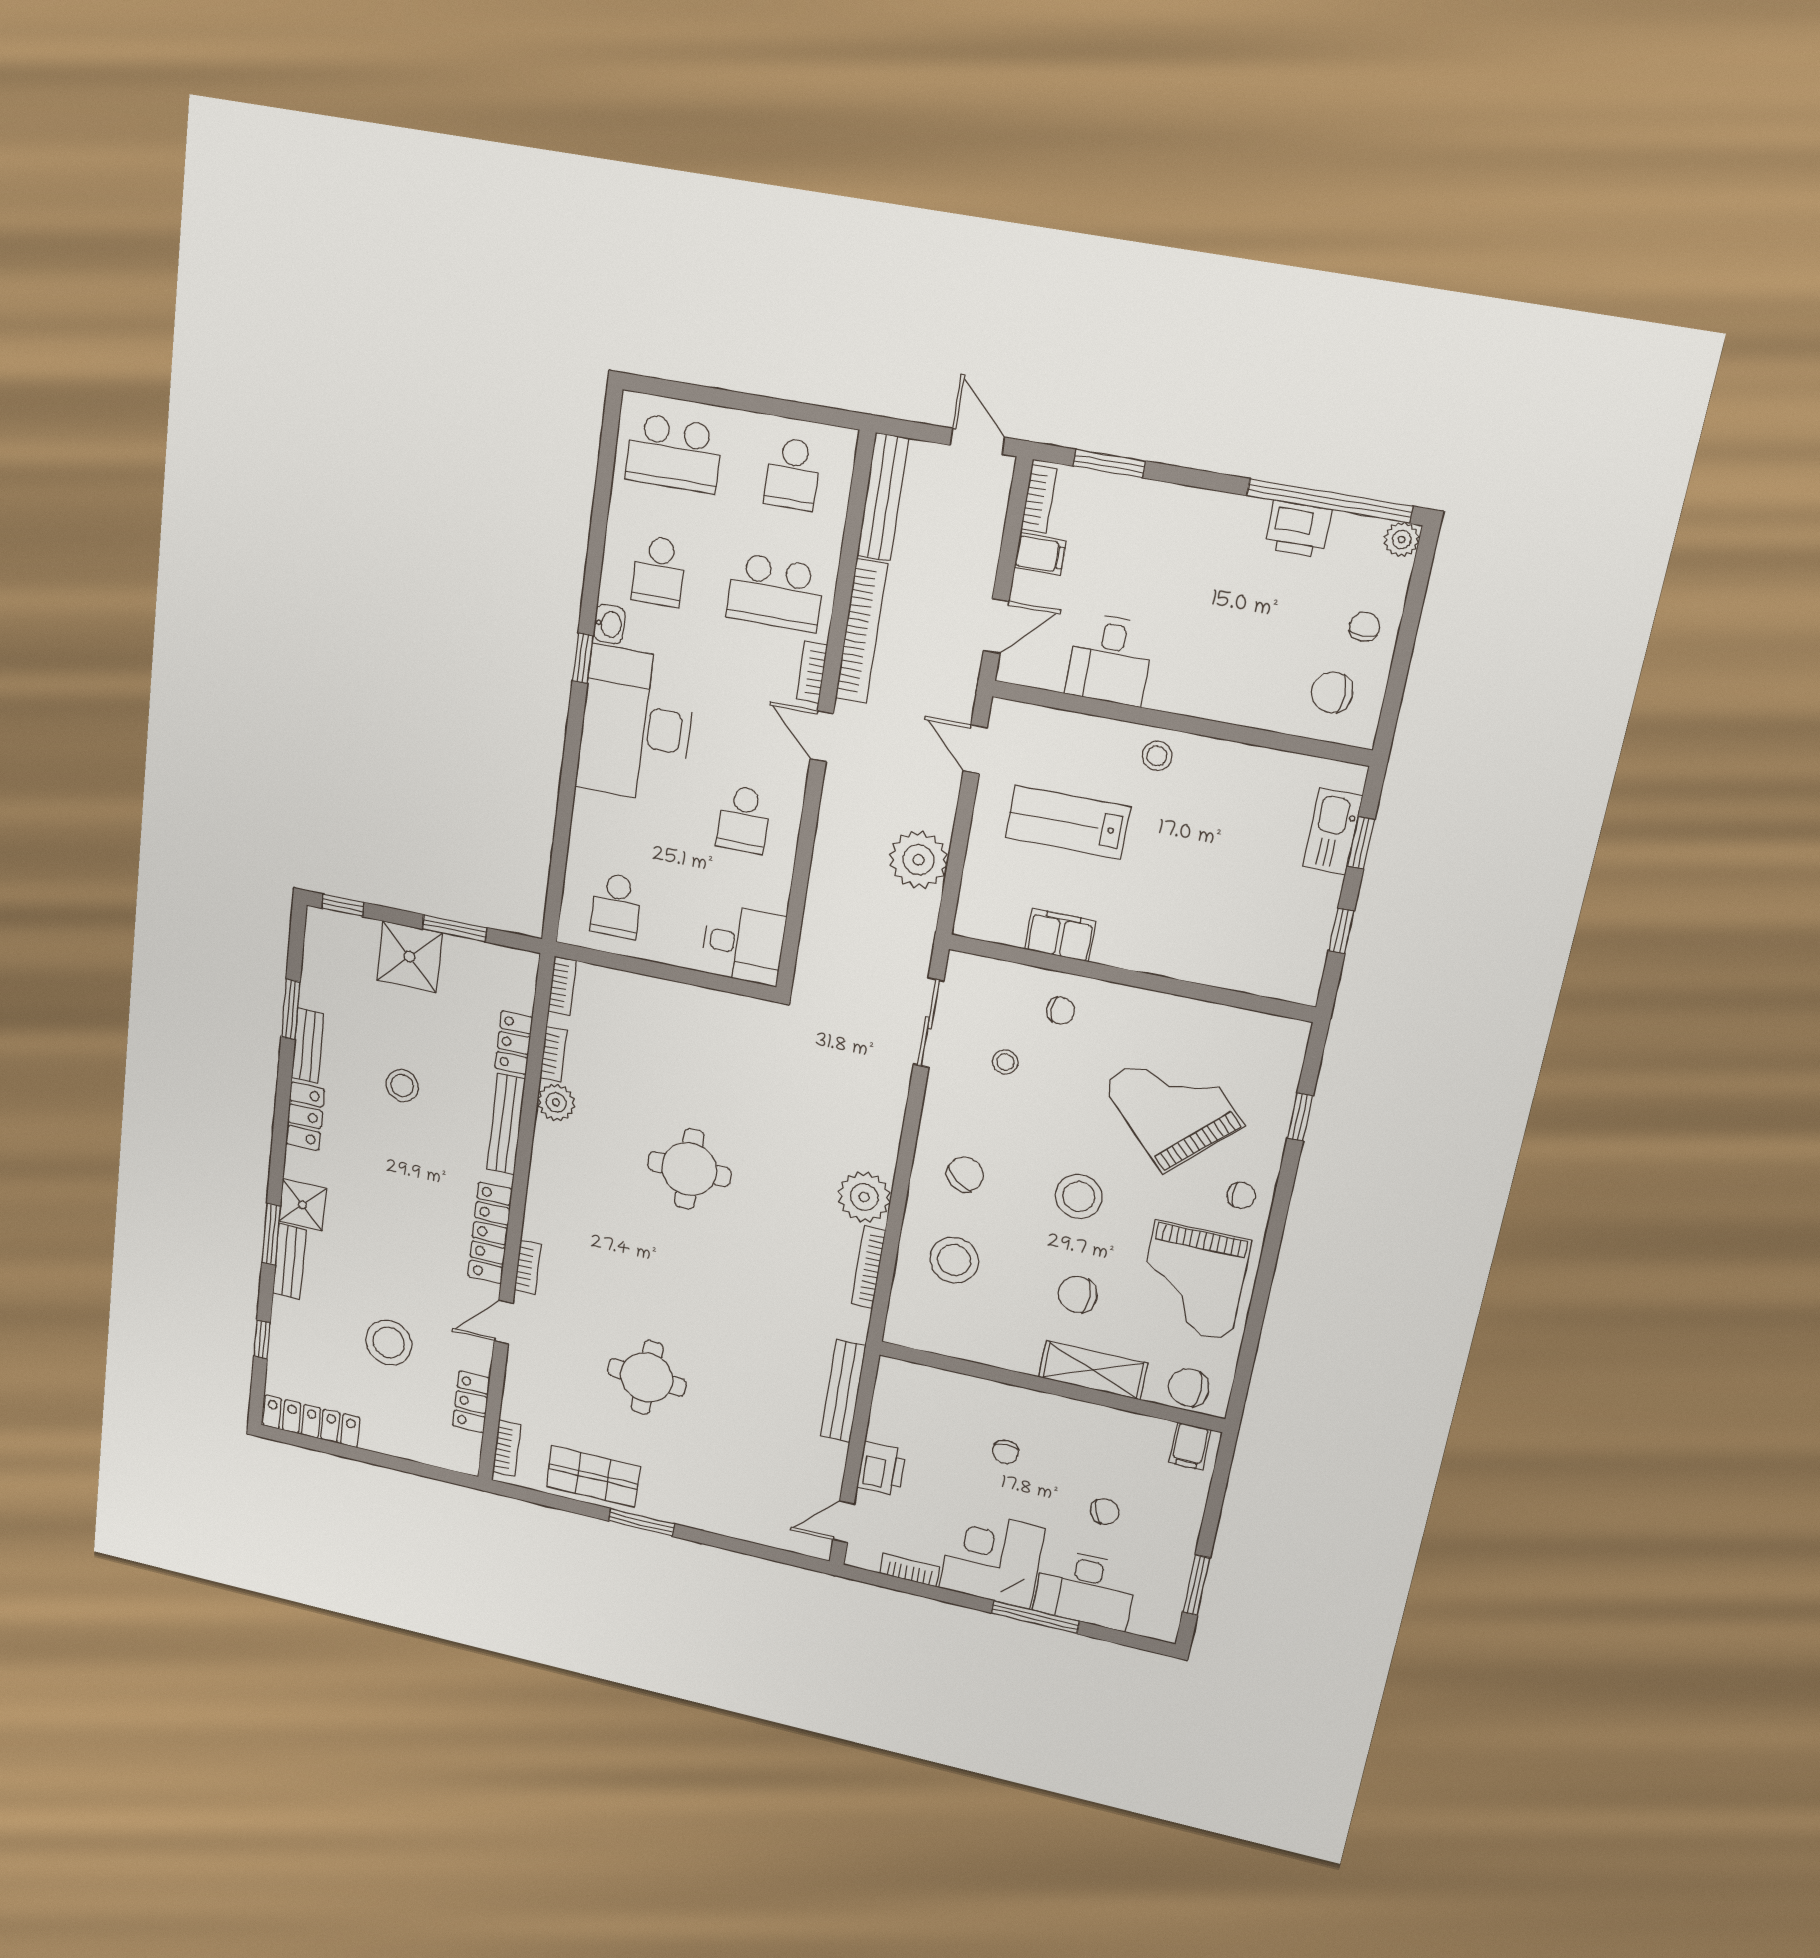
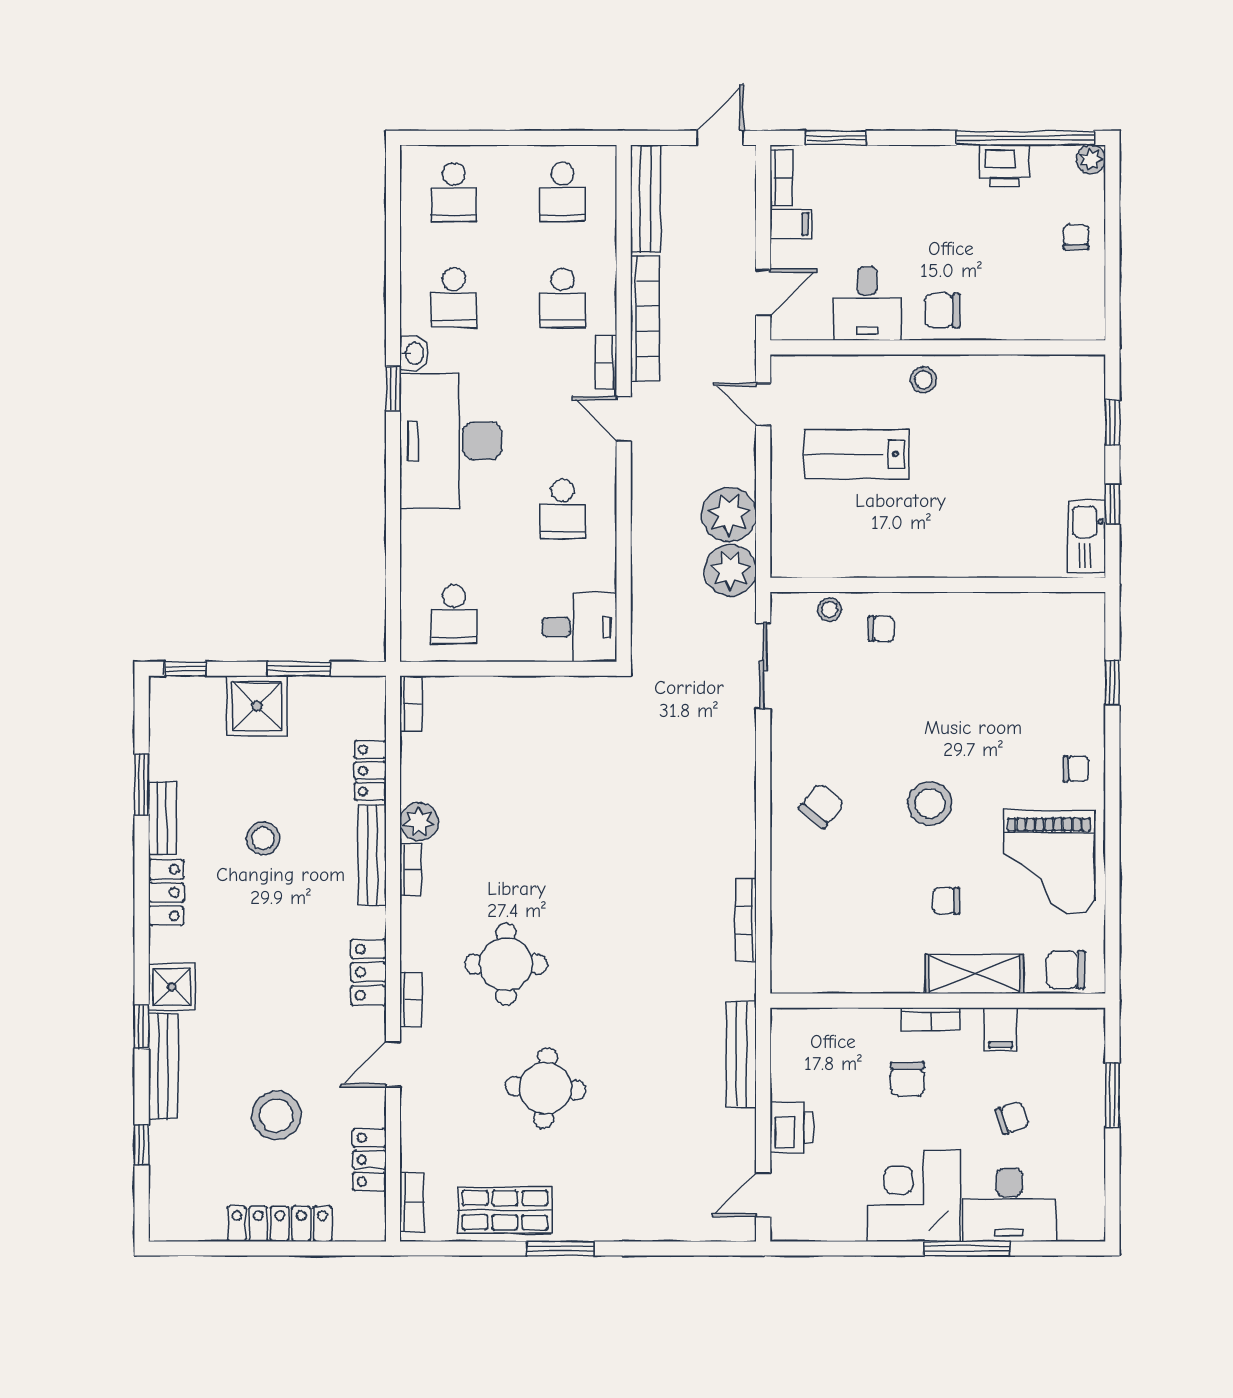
door: (977, 441) -> (720, 138), hinge flipped
school desk: (674, 453) -> (454, 192), width x0.54
school desk: (776, 592) -> (563, 298), width x0.54
chair: (1332, 692) -> (942, 311), moved
kitchen sink: (1333, 831) -> (1087, 536), moved
filing cabinet: (1060, 935) -> (868, 558), removed
bookcase: (553, 1054) -> (411, 870), moved
stool: (1005, 1062) -> (830, 610), moved
grand piano: (1173, 1105) -> (998, 696), removed
round table: (689, 1169) -> (506, 964), moved
plant: (864, 1197) -> (730, 570), moved
locker: (490, 1233) -> (368, 972), width x0.66
window: (271, 1234) -> (142, 1027), width x0.67
stool: (954, 1260) -> (826, 894), removed
bench: (289, 1262) -> (163, 1066), width x1.36
chair: (1078, 1294) -> (946, 901), width x0.73, depth x0.73
locker: (311, 1421) -> (280, 1224), moved
filing cabinet: (1190, 1446) -> (1001, 1029), moved
chair: (1006, 1452) -> (908, 1079), width x1.37, depth x1.37
bookcase: (910, 1570) -> (931, 1019), moved, turned 180
window: (1196, 1585) -> (1112, 1095), moved

